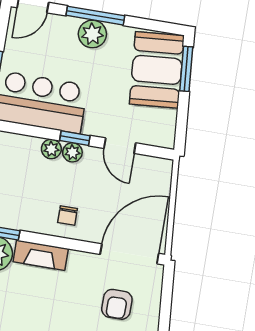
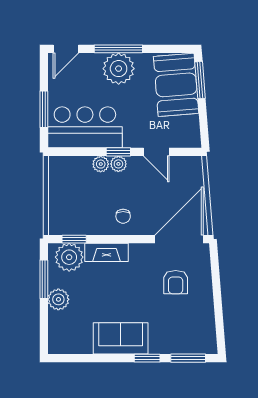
plant: (92, 34) -> (119, 69), width x1.36, depth x1.36

